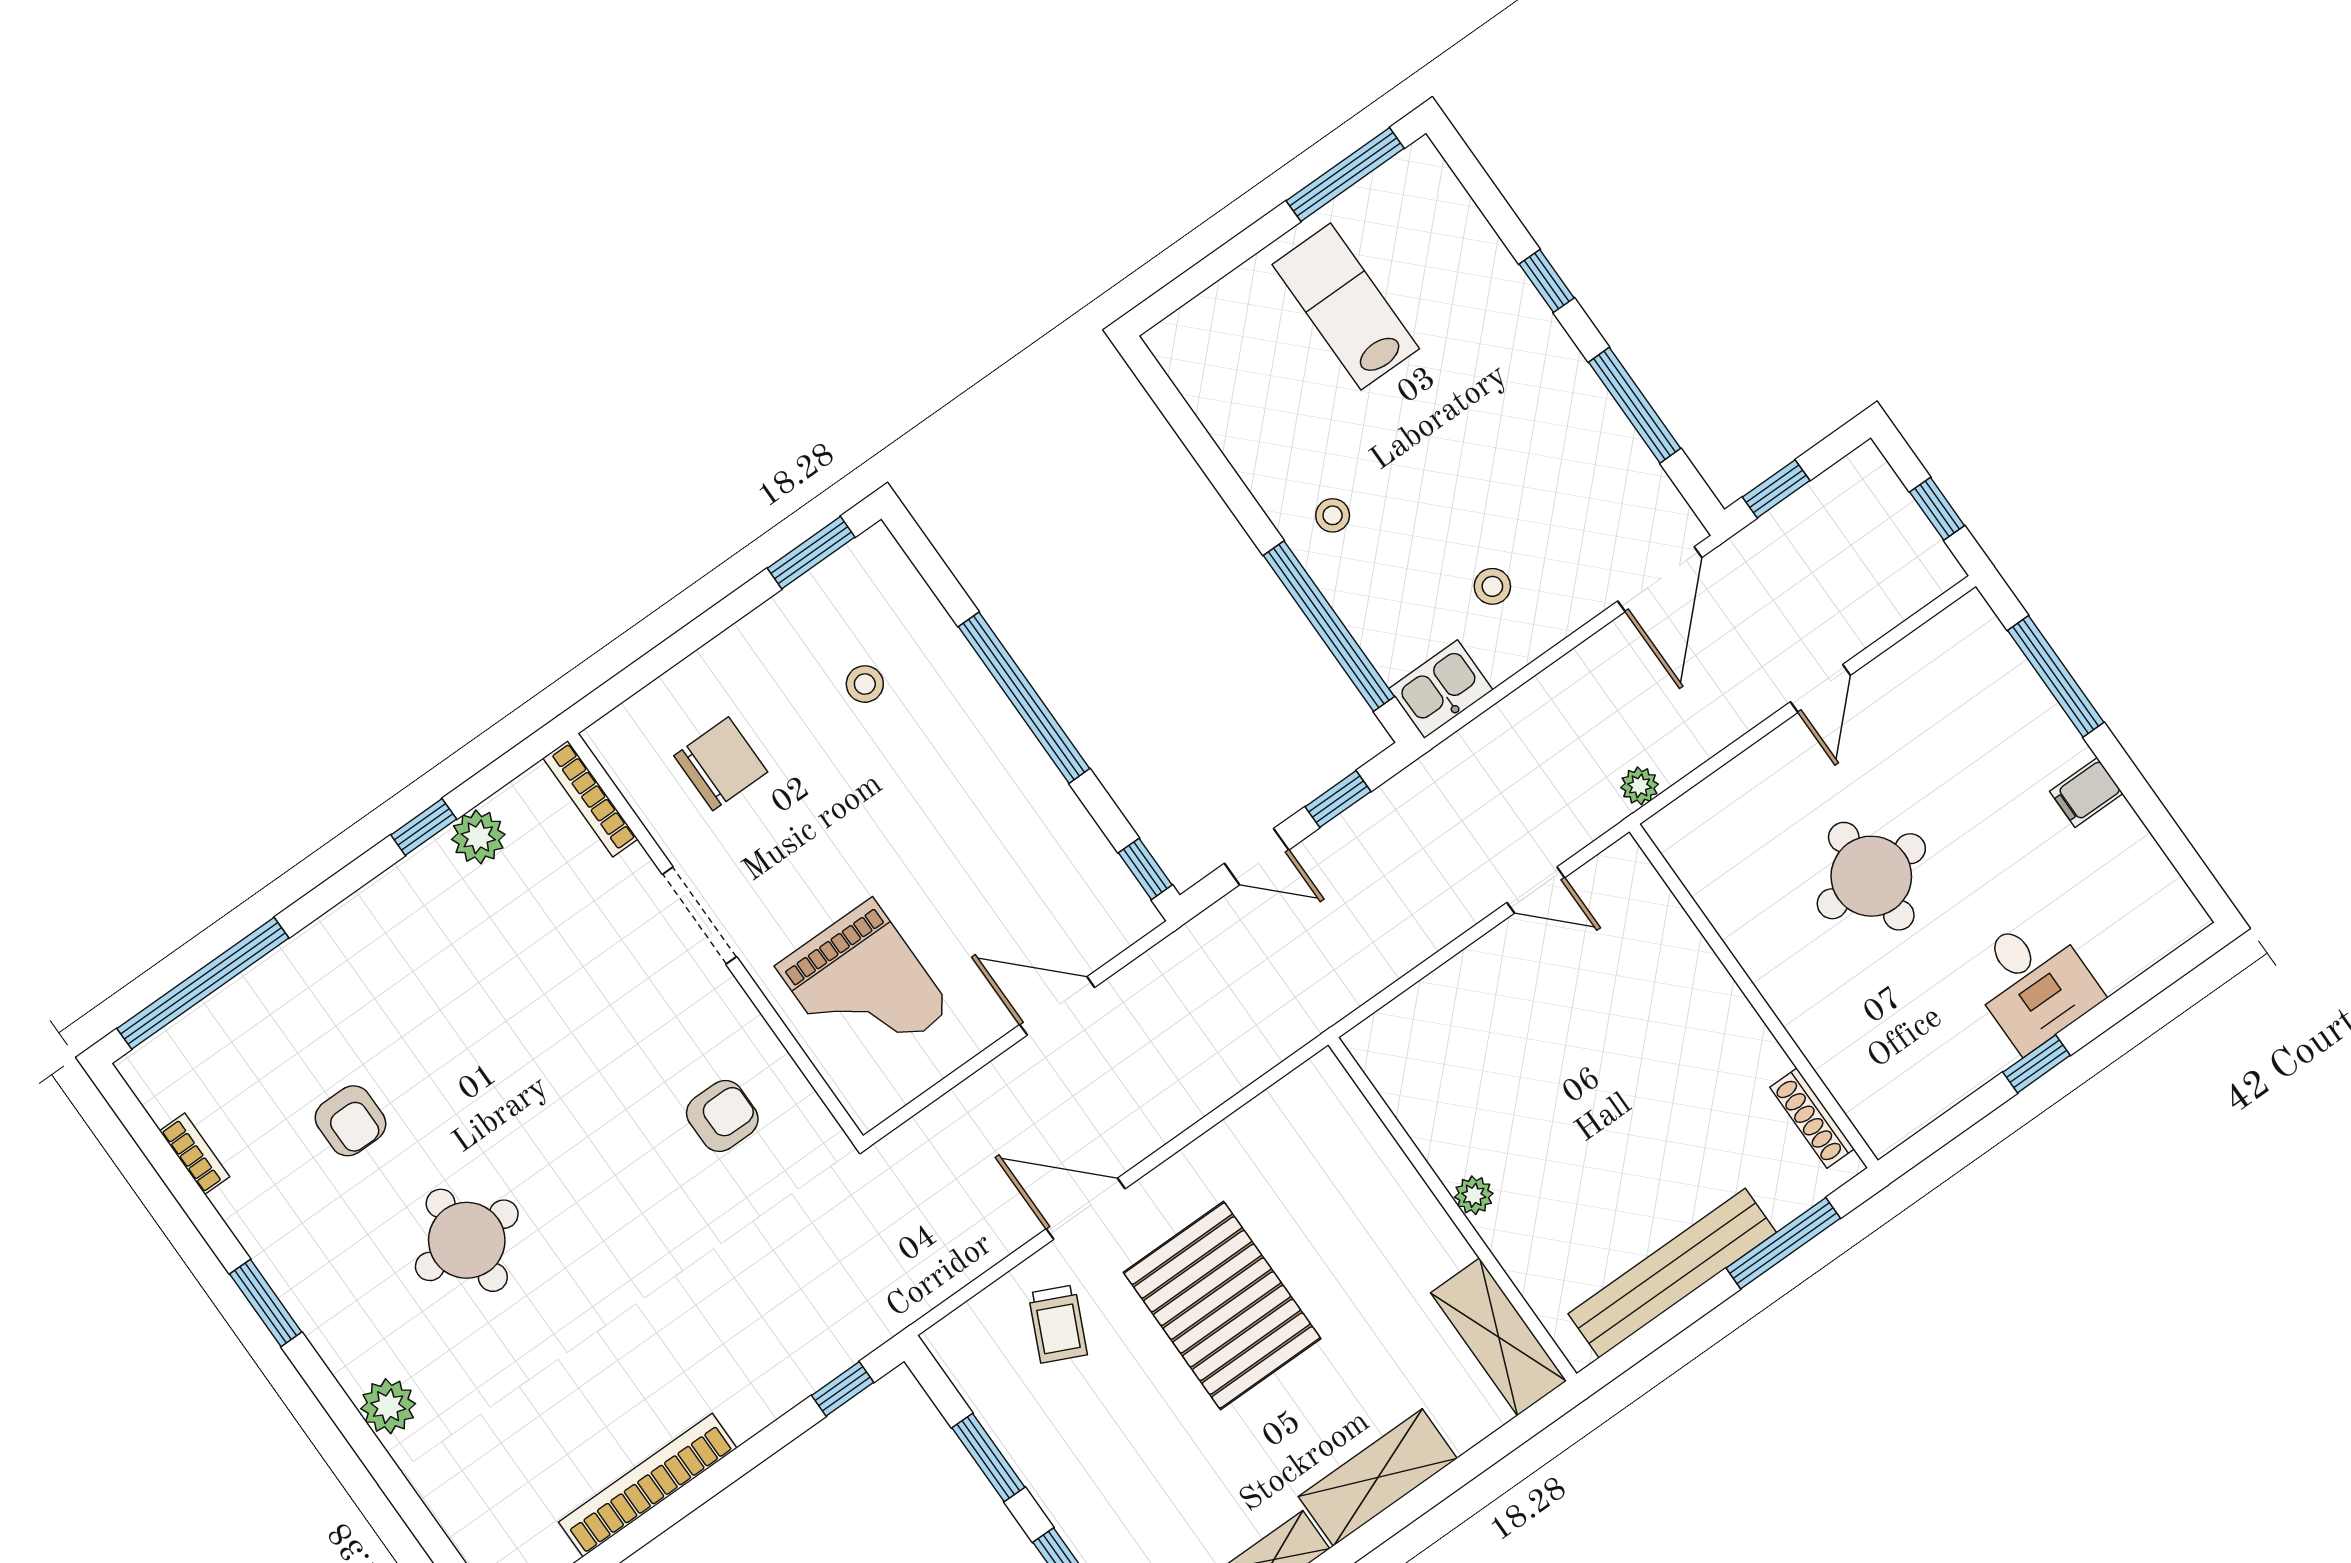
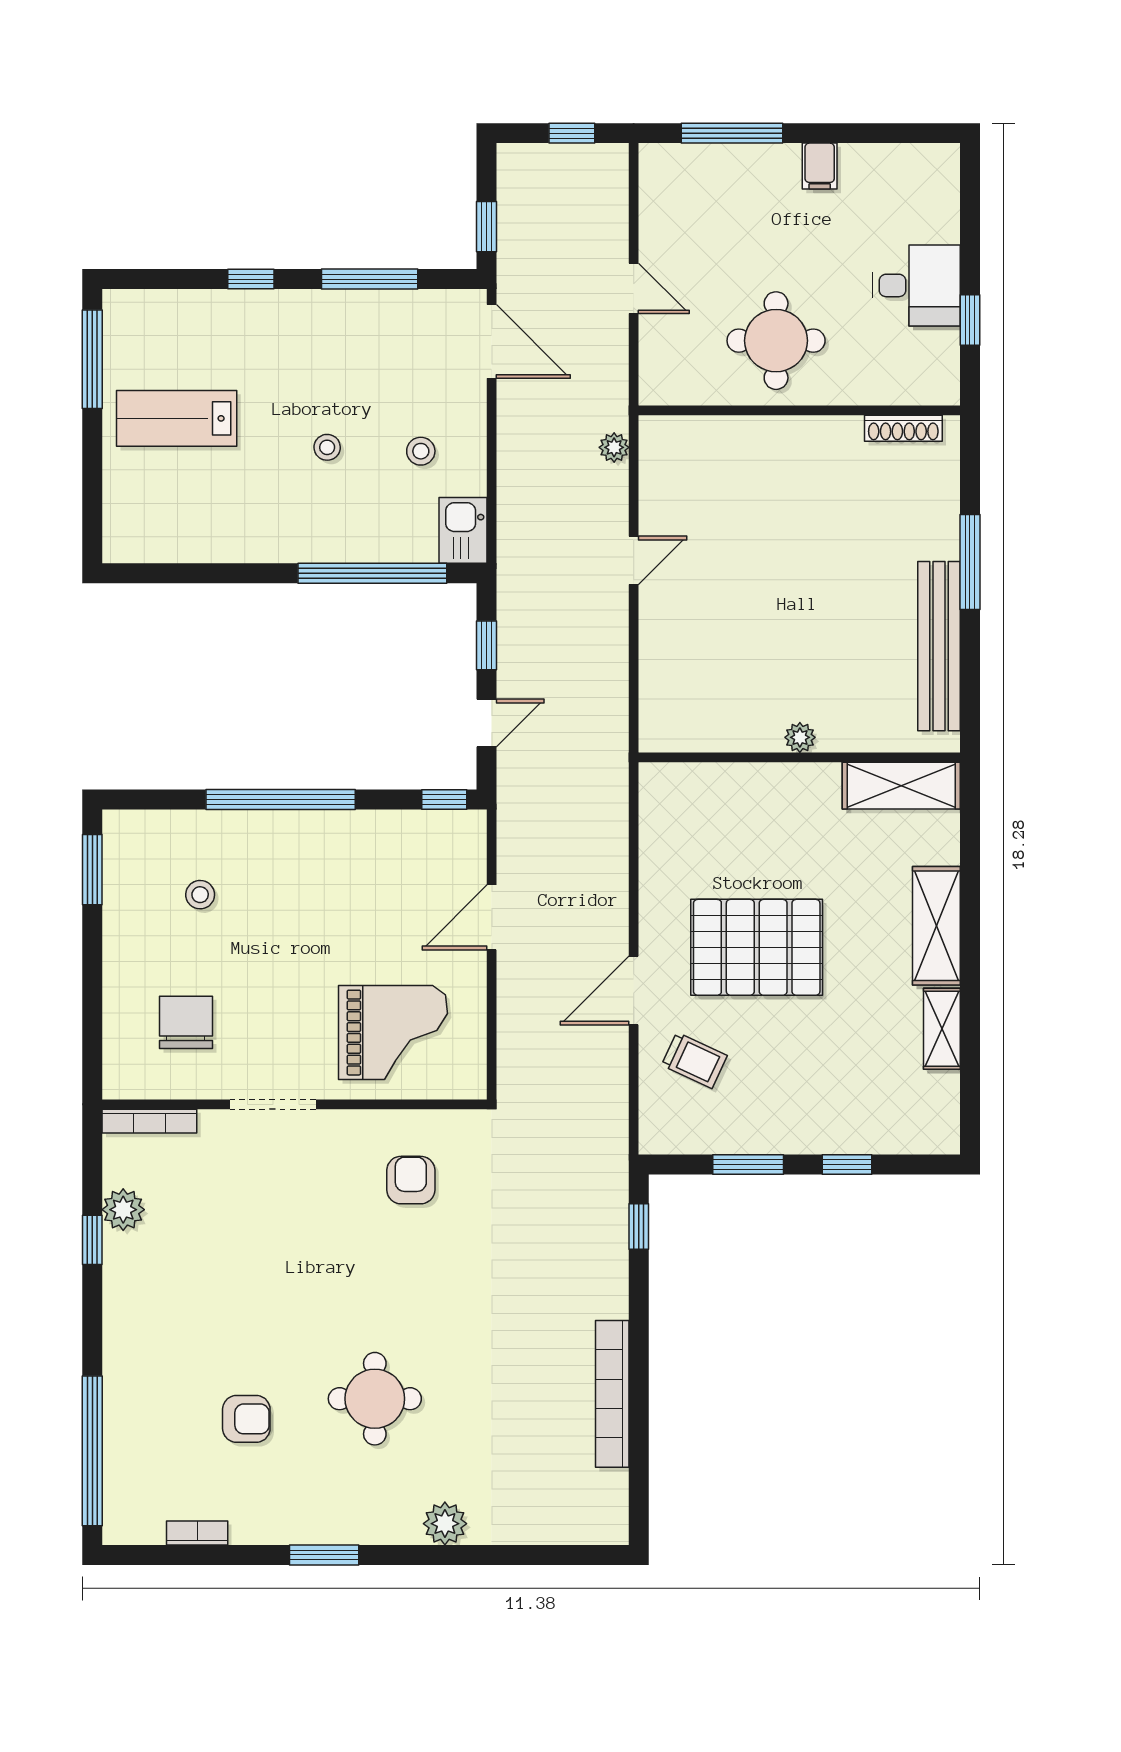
stool: (1333, 515) -> (327, 447), moved
wall: (1754, 996) -> (799, 410), moved
shoe rack: (1812, 1118) -> (903, 428), moved

